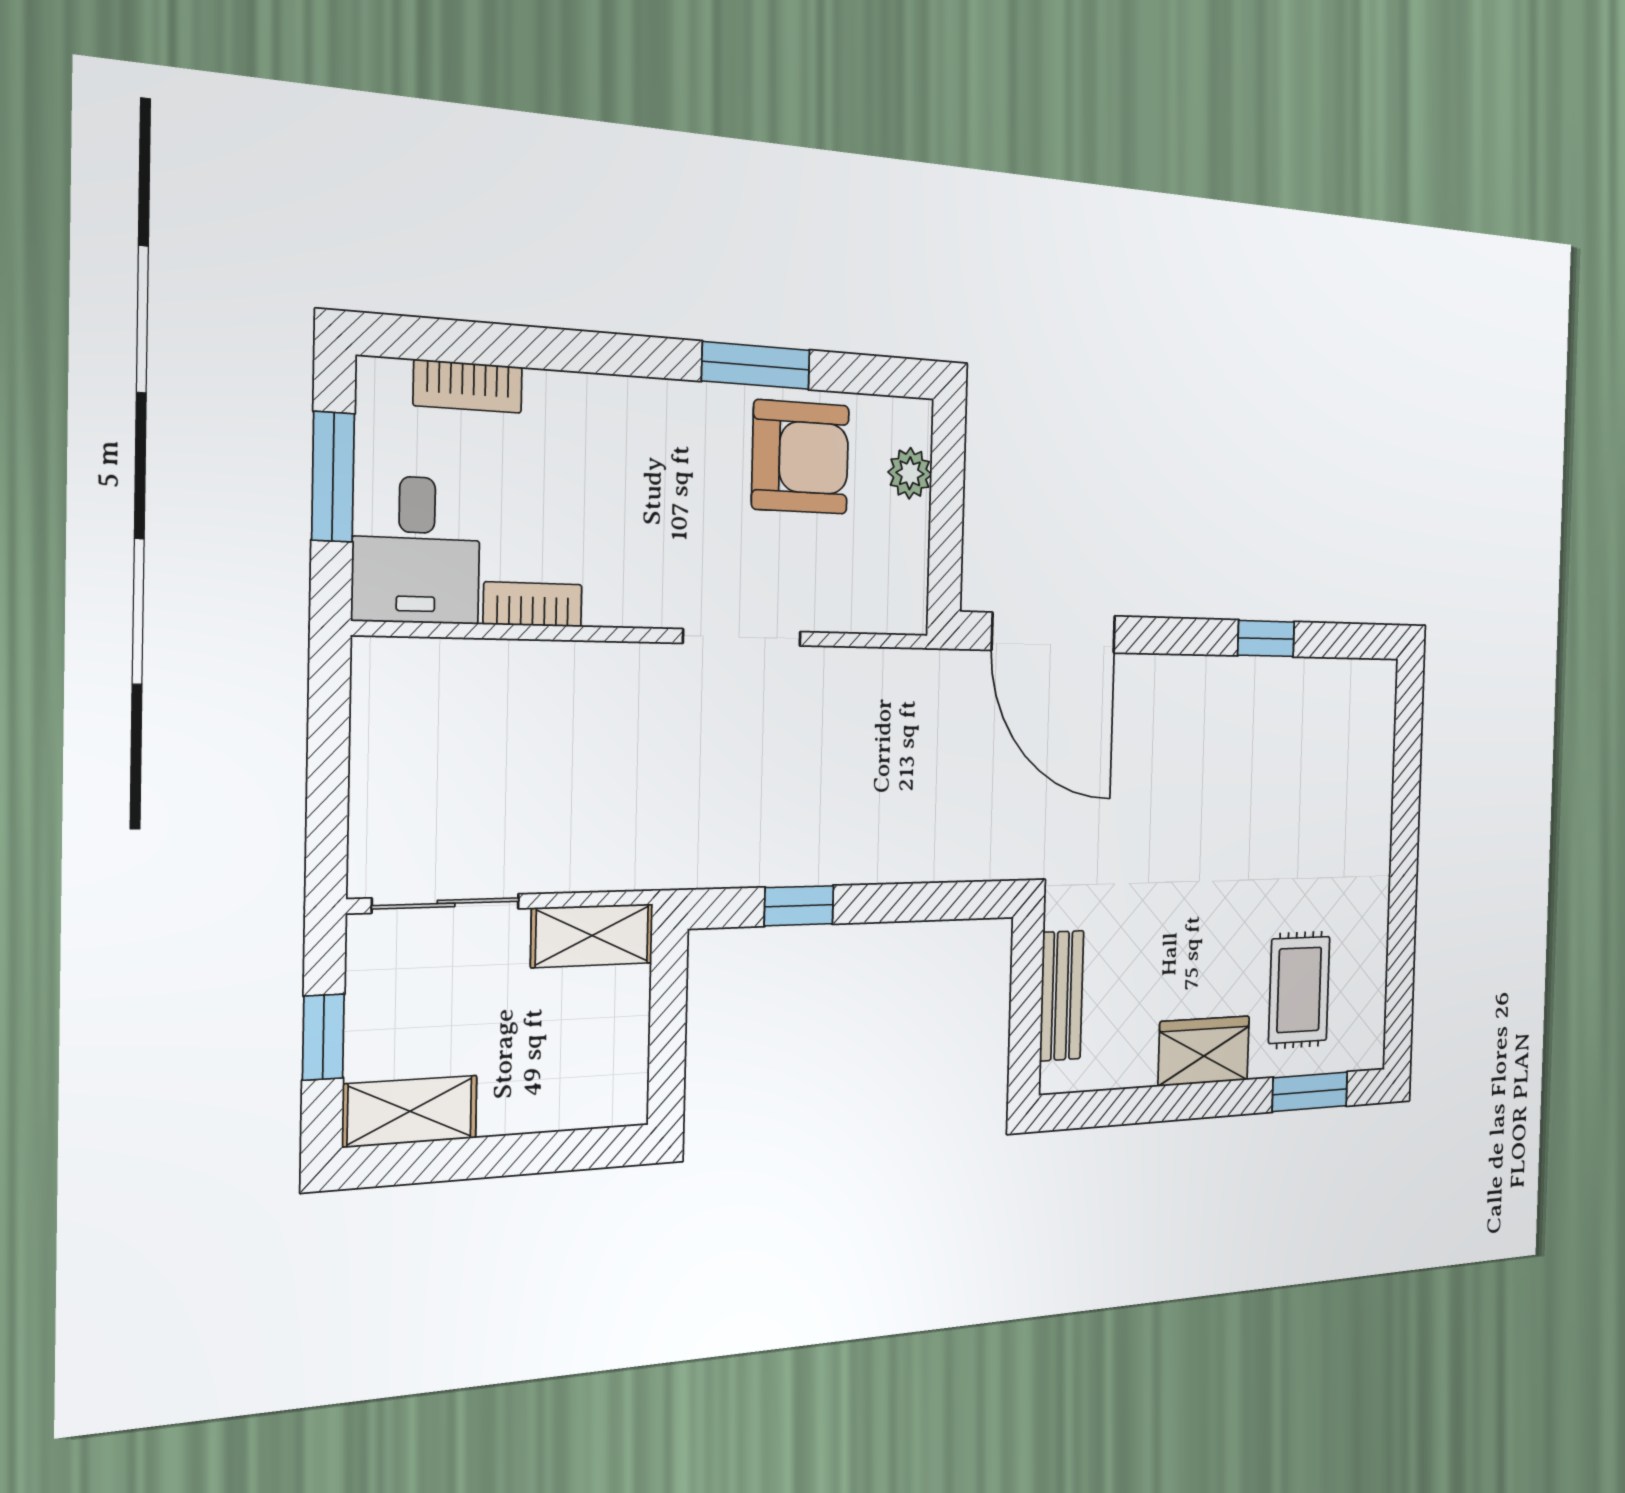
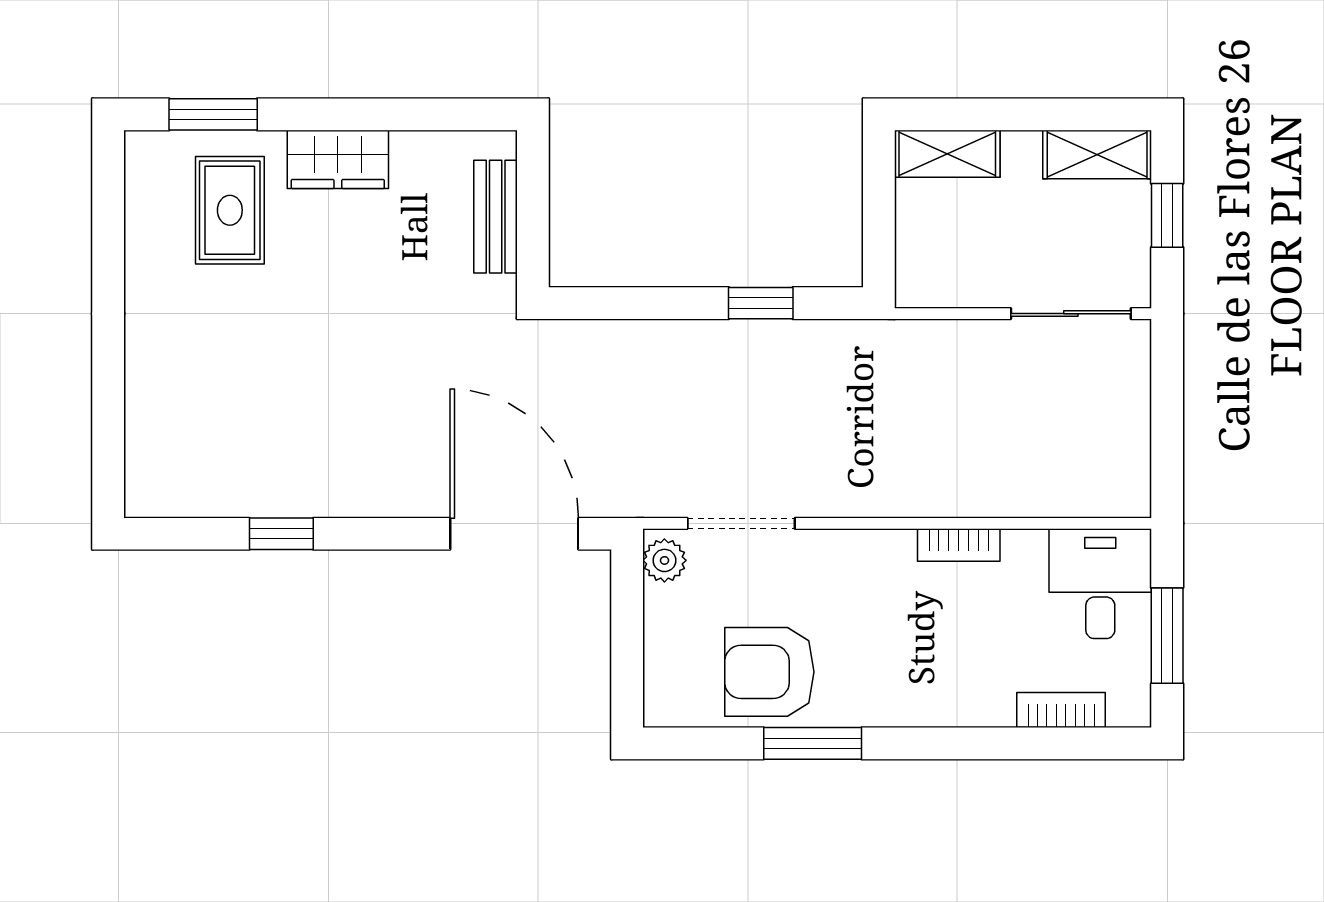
plant: (910, 473) -> (664, 560), moved
bookcase: (533, 604) -> (959, 545), moved
doorway: (742, 637) -> (741, 523), moved
shelving: (592, 936) -> (947, 154), moved

